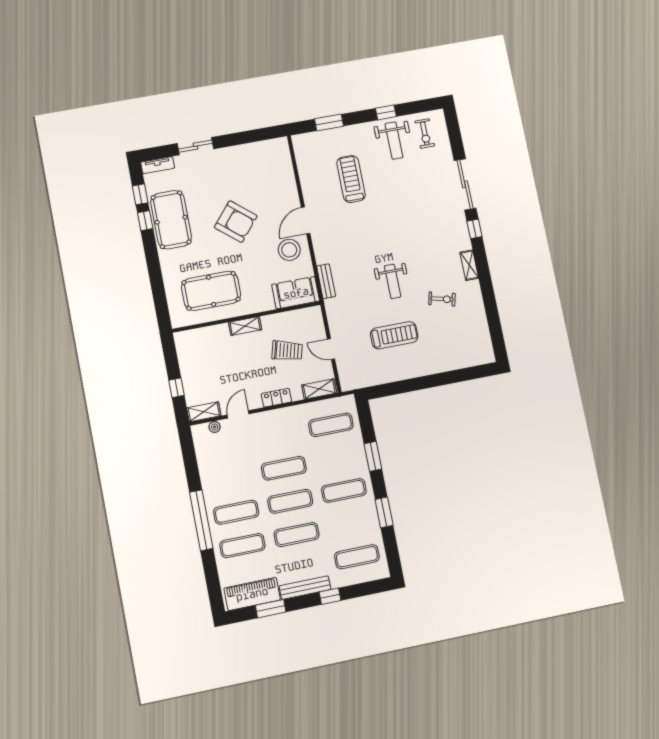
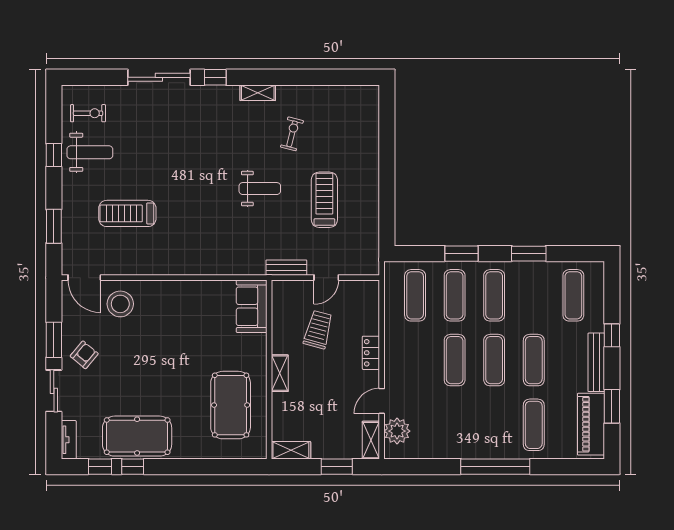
window: (237, 139) -> (54, 340), added
door: (306, 220) -> (84, 278), moved
armchair: (236, 222) -> (84, 355), moved, width x0.53, depth x0.53
stool: (289, 250) -> (120, 304), moved
bench: (326, 281) -> (286, 268), moved
window: (176, 388) -> (337, 467), width x1.50
shelving: (319, 389) -> (291, 450), moved, turned 90
door: (238, 414) -> (382, 401), hinge flipped
plant: (215, 427) -> (397, 431), width x1.87, depth x1.87
exercise mat: (236, 512) -> (455, 295), moved

